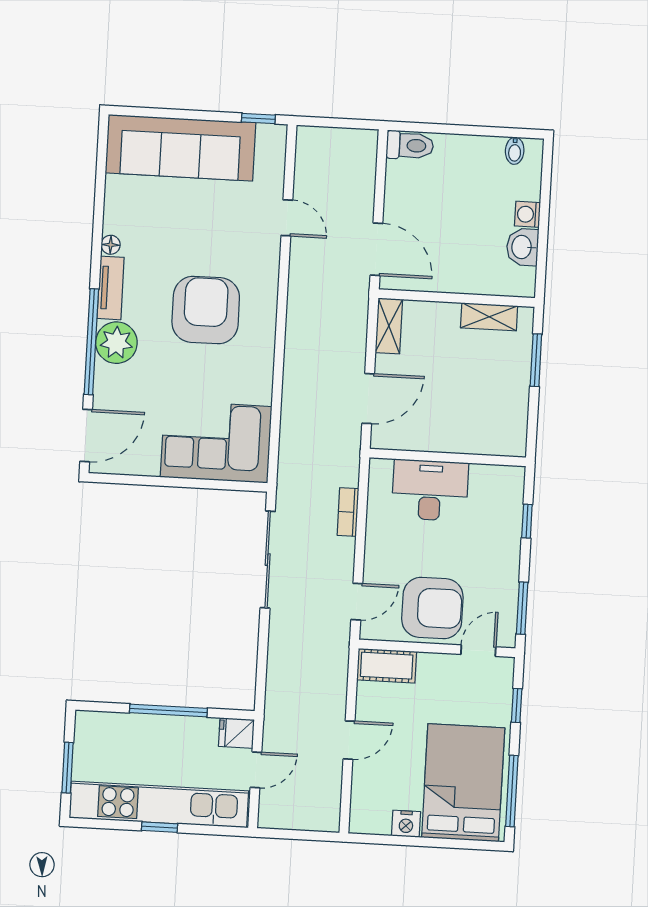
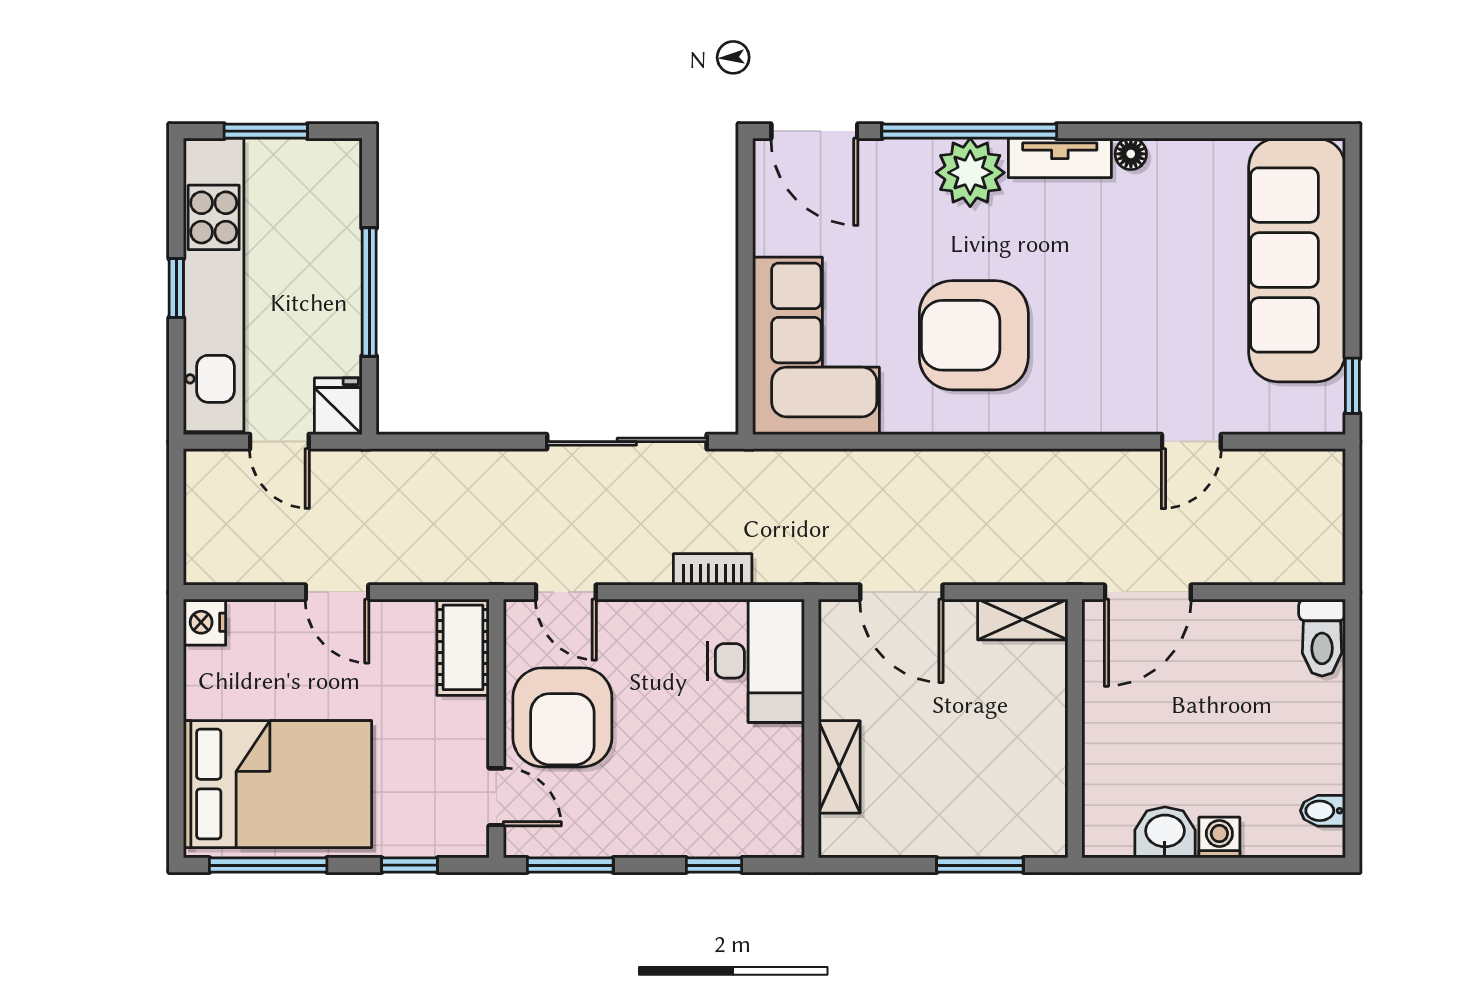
armchair: (206, 310) -> (974, 335), moved, turned 180
shelving: (489, 317) -> (839, 767), moved
desk: (430, 490) -> (756, 661), moved
nightstand: (406, 824) -> (204, 622), moved

